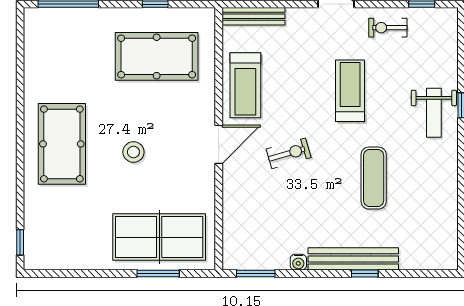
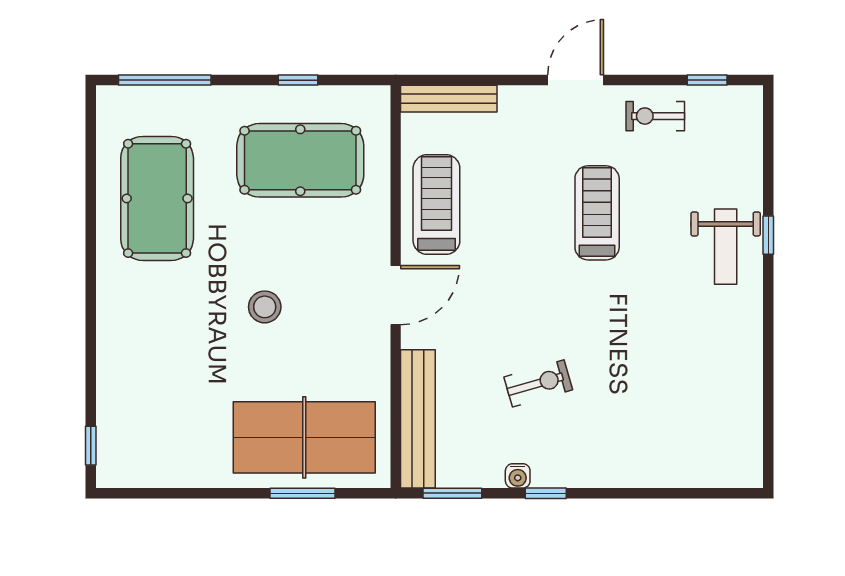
treadmill: (245, 85) -> (436, 205), turned 180
pool table: (62, 144) -> (157, 198), moved
exercise bike: (289, 153) -> (538, 383), moved
exercise mat: (374, 178) -> (633, 347), removed
bench: (353, 259) -> (418, 419), moved, turned 90
window: (365, 273) -> (546, 493), moved

